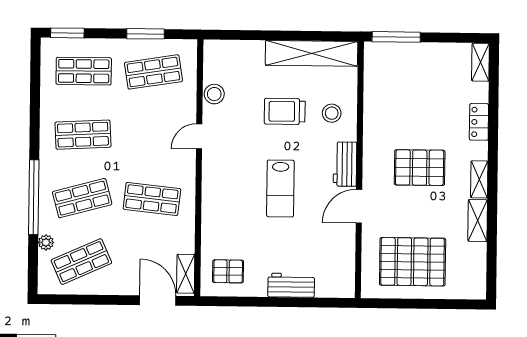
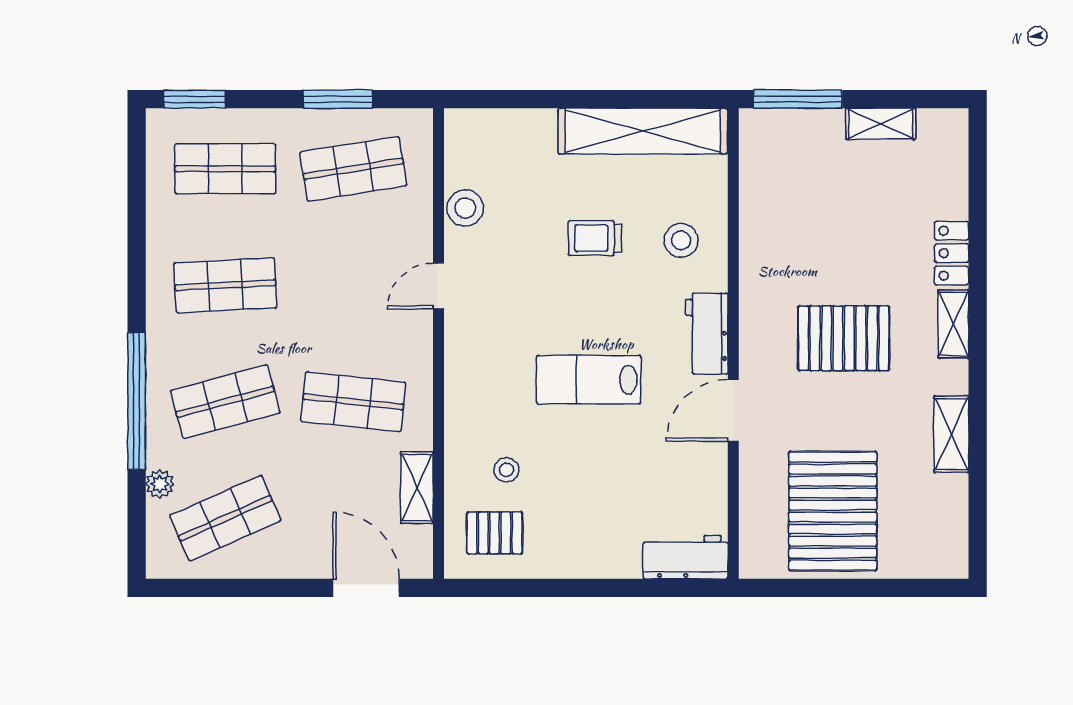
shelving: (480, 62) -> (881, 124), moved, turned 90
trolley: (285, 111) -> (595, 238), width x0.73, depth x0.72
shelving: (479, 179) -> (953, 324), moved
lab bench: (280, 188) -> (589, 380), turned 90
stool: (235, 237) -> (507, 470), added
pallet: (413, 262) -> (833, 511), turned 90
shelving: (186, 274) -> (417, 488), moved
workbench: (291, 285) -> (685, 557), moved

